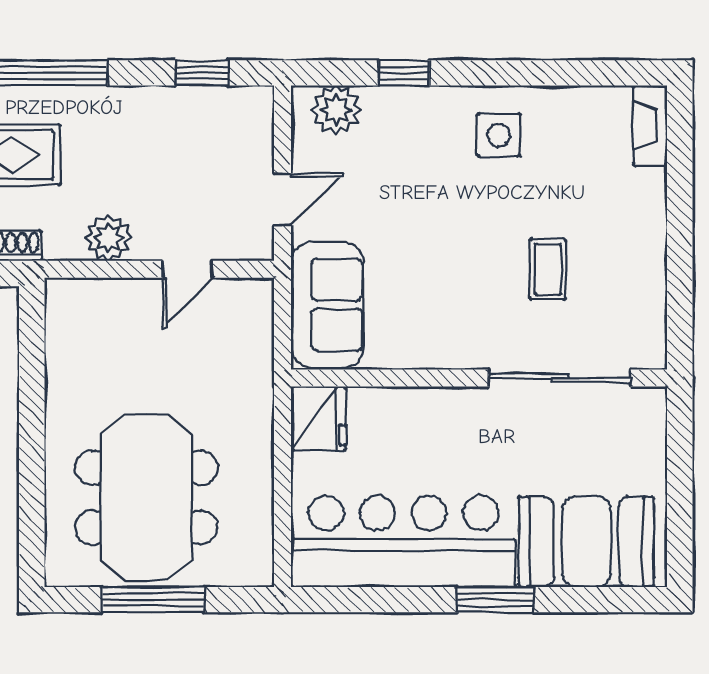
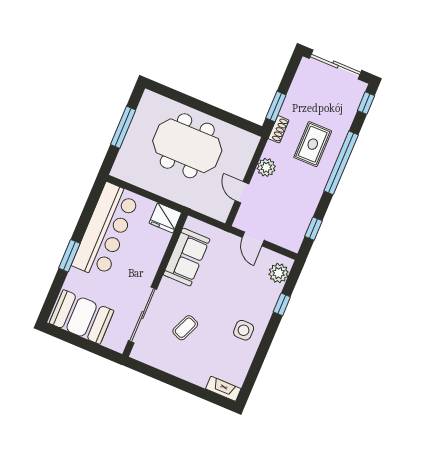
coffee table: (548, 269) -> (185, 328), turned -67
sofa: (327, 305) -> (187, 257), moved, turned -90
meeting table: (146, 498) -> (187, 146), moved
booth: (586, 542) -> (82, 317), moved, turned 90

